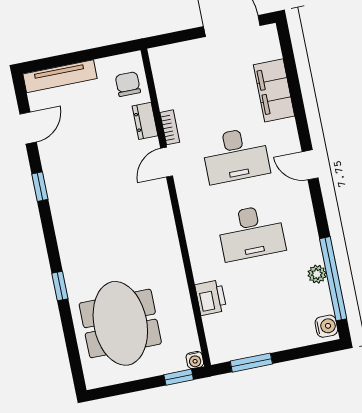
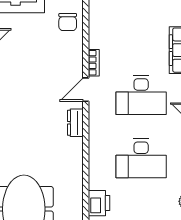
chair: (128, 84) -> (68, 22), turned 180
dresser: (145, 121) -> (75, 123), moved

